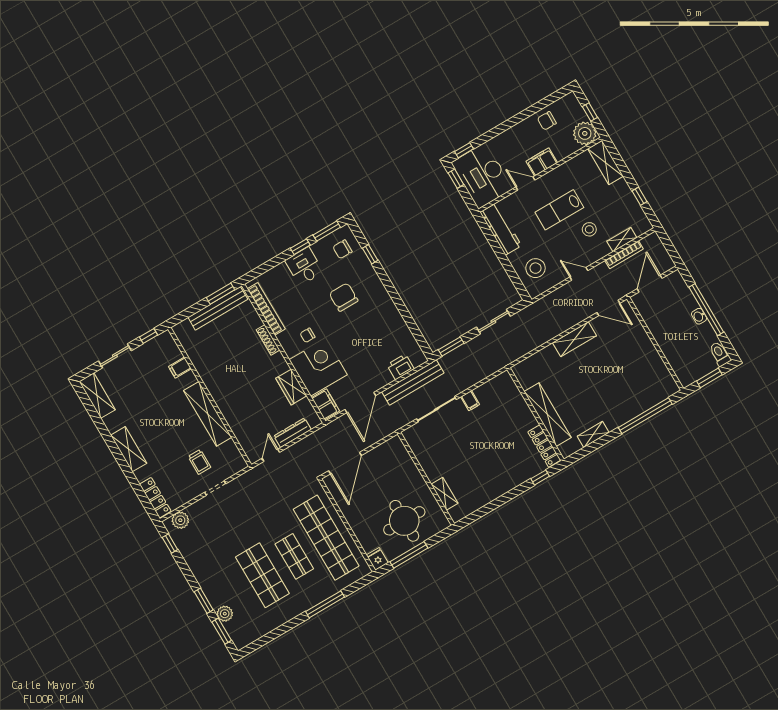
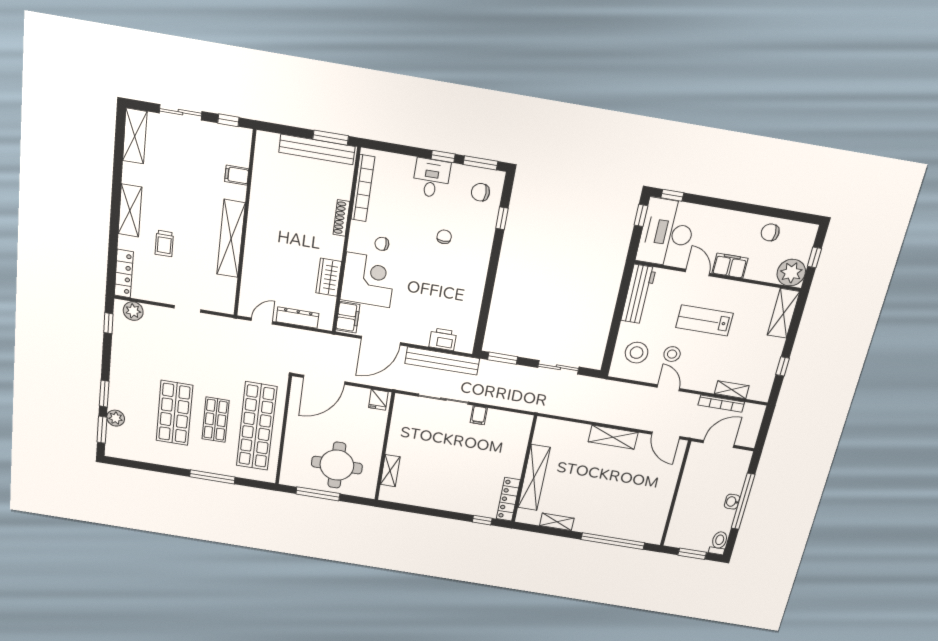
stool: (589, 229) -> (672, 354), moved
chair: (344, 297) -> (444, 237), width x0.54, depth x0.54
trolley: (199, 462) -> (164, 244), moved
fridge: (377, 559) -> (378, 400), moved, turned 180

